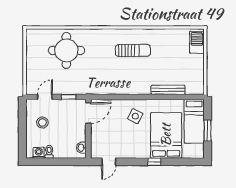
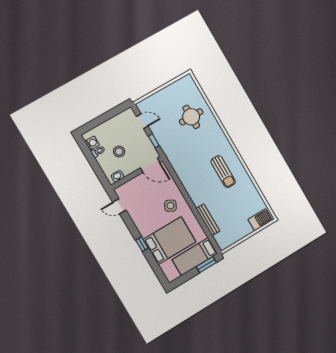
round table: (66, 50) -> (191, 117), width x0.73, depth x0.73
stool: (42, 123) -> (119, 152), moved
window: (208, 131) -> (206, 265), moved

